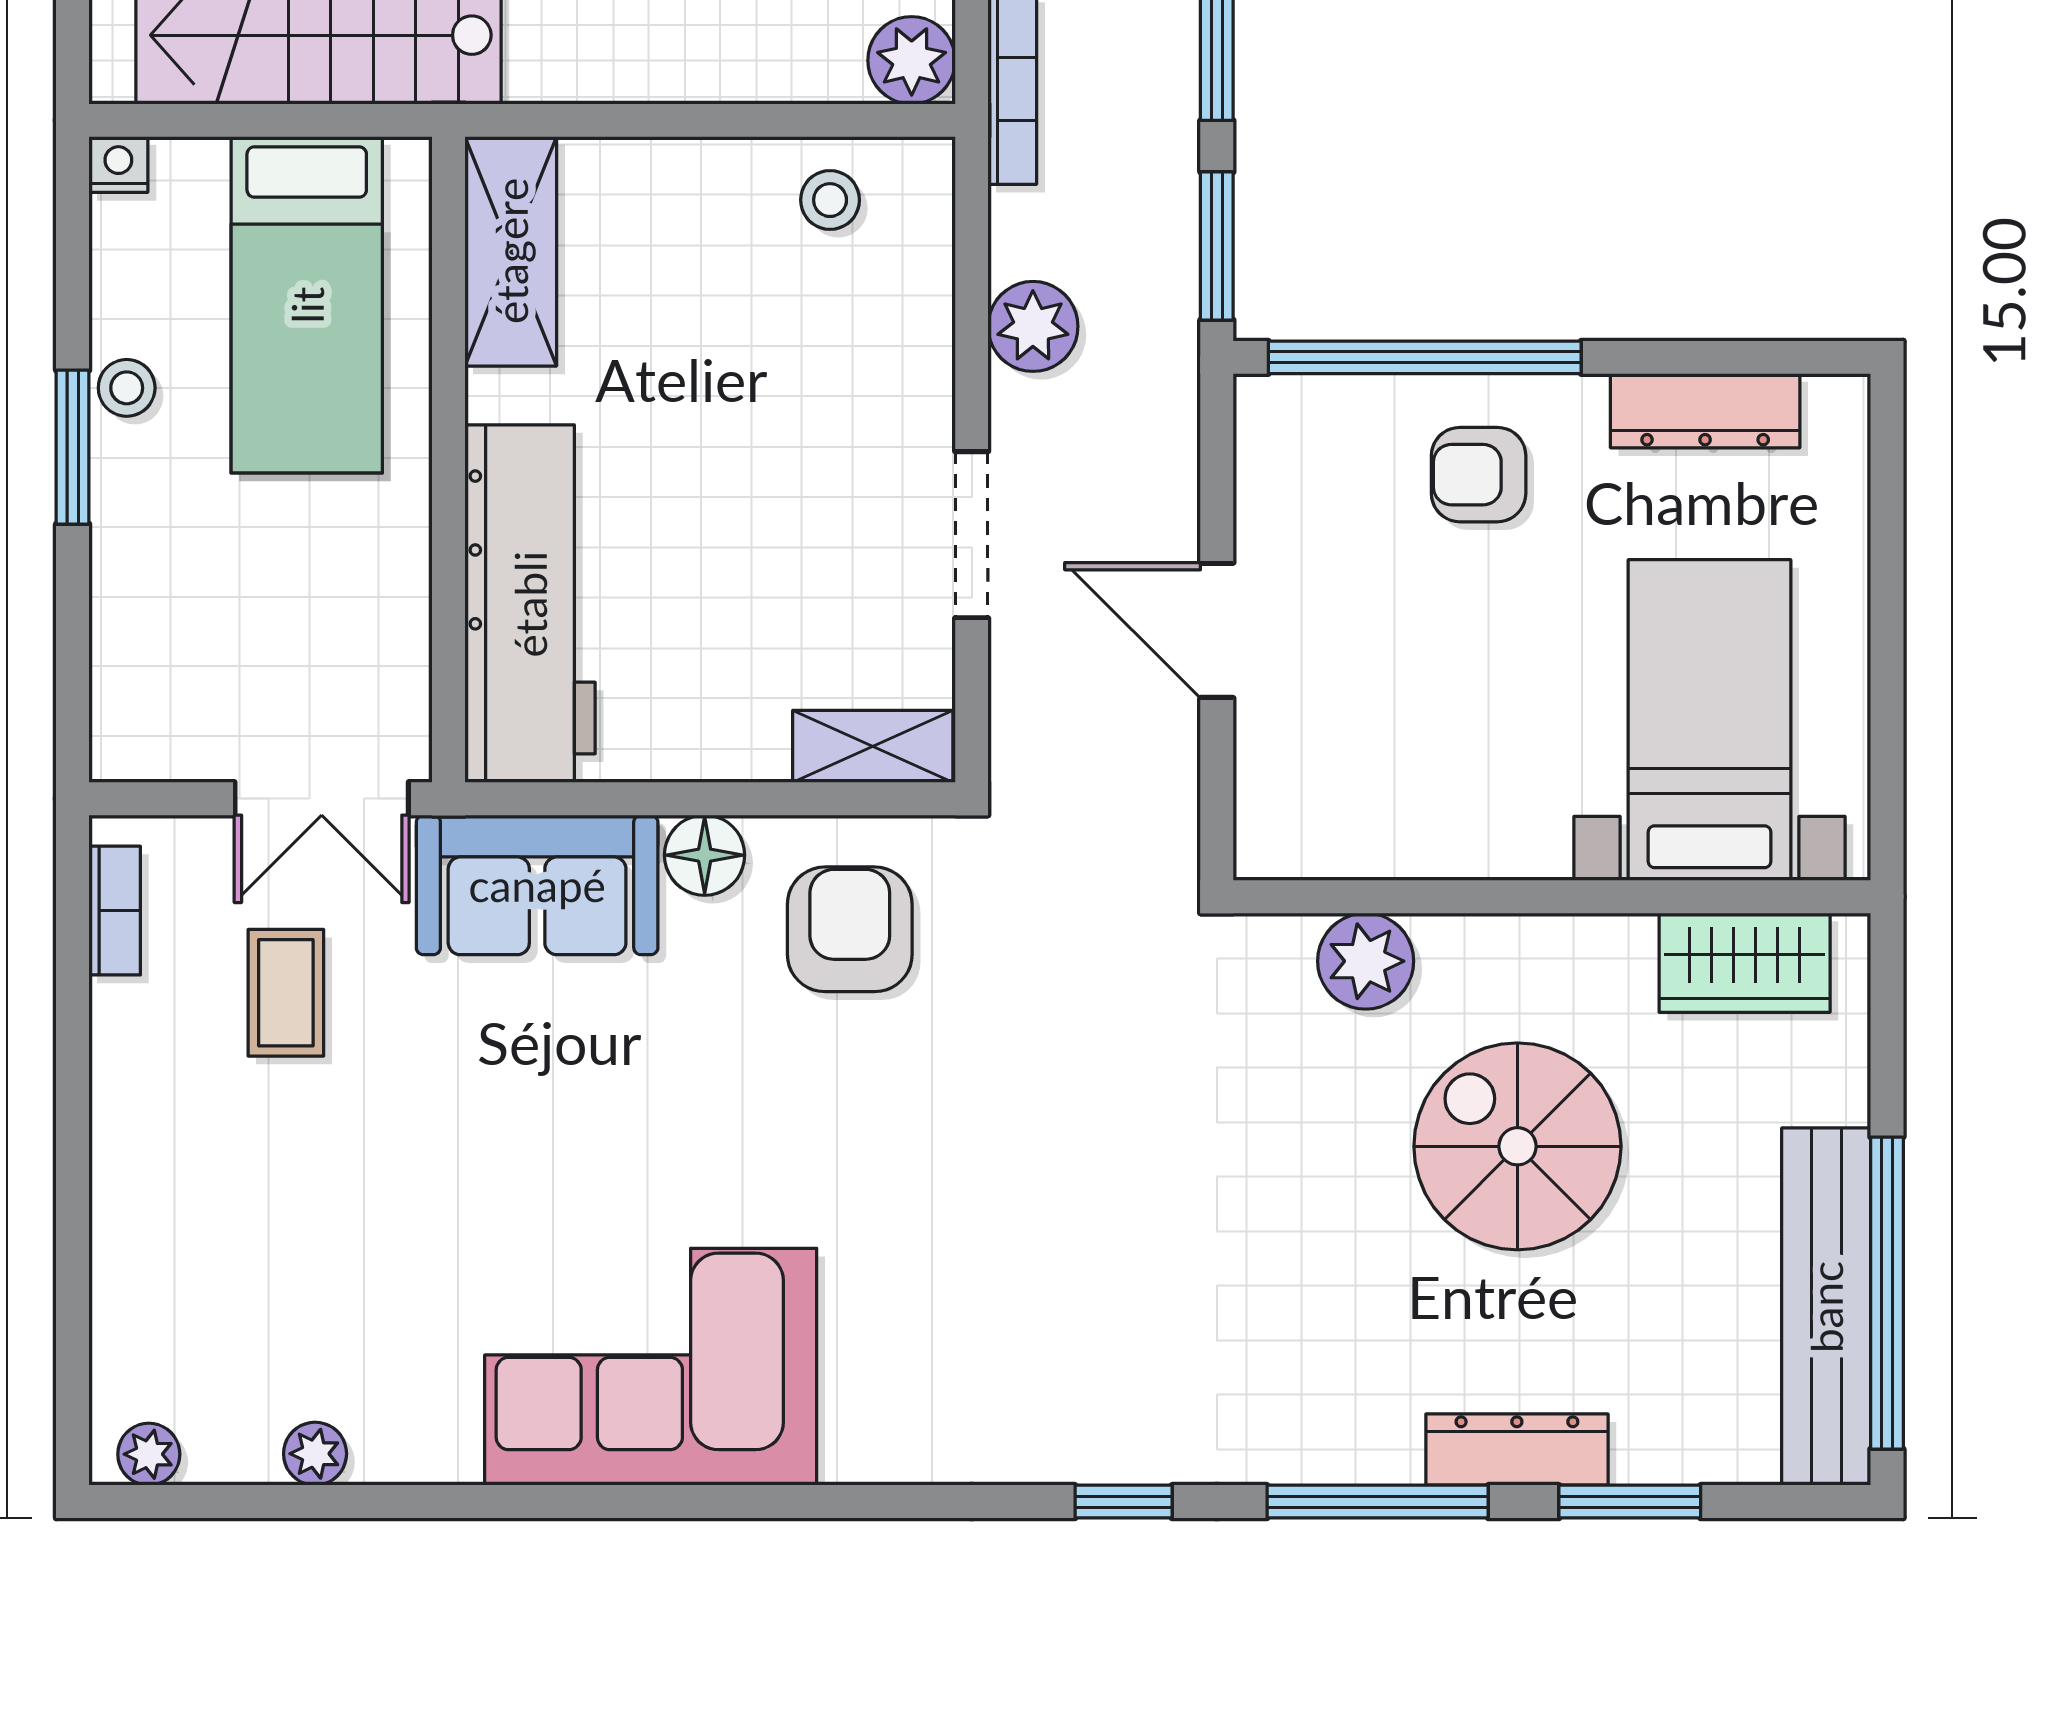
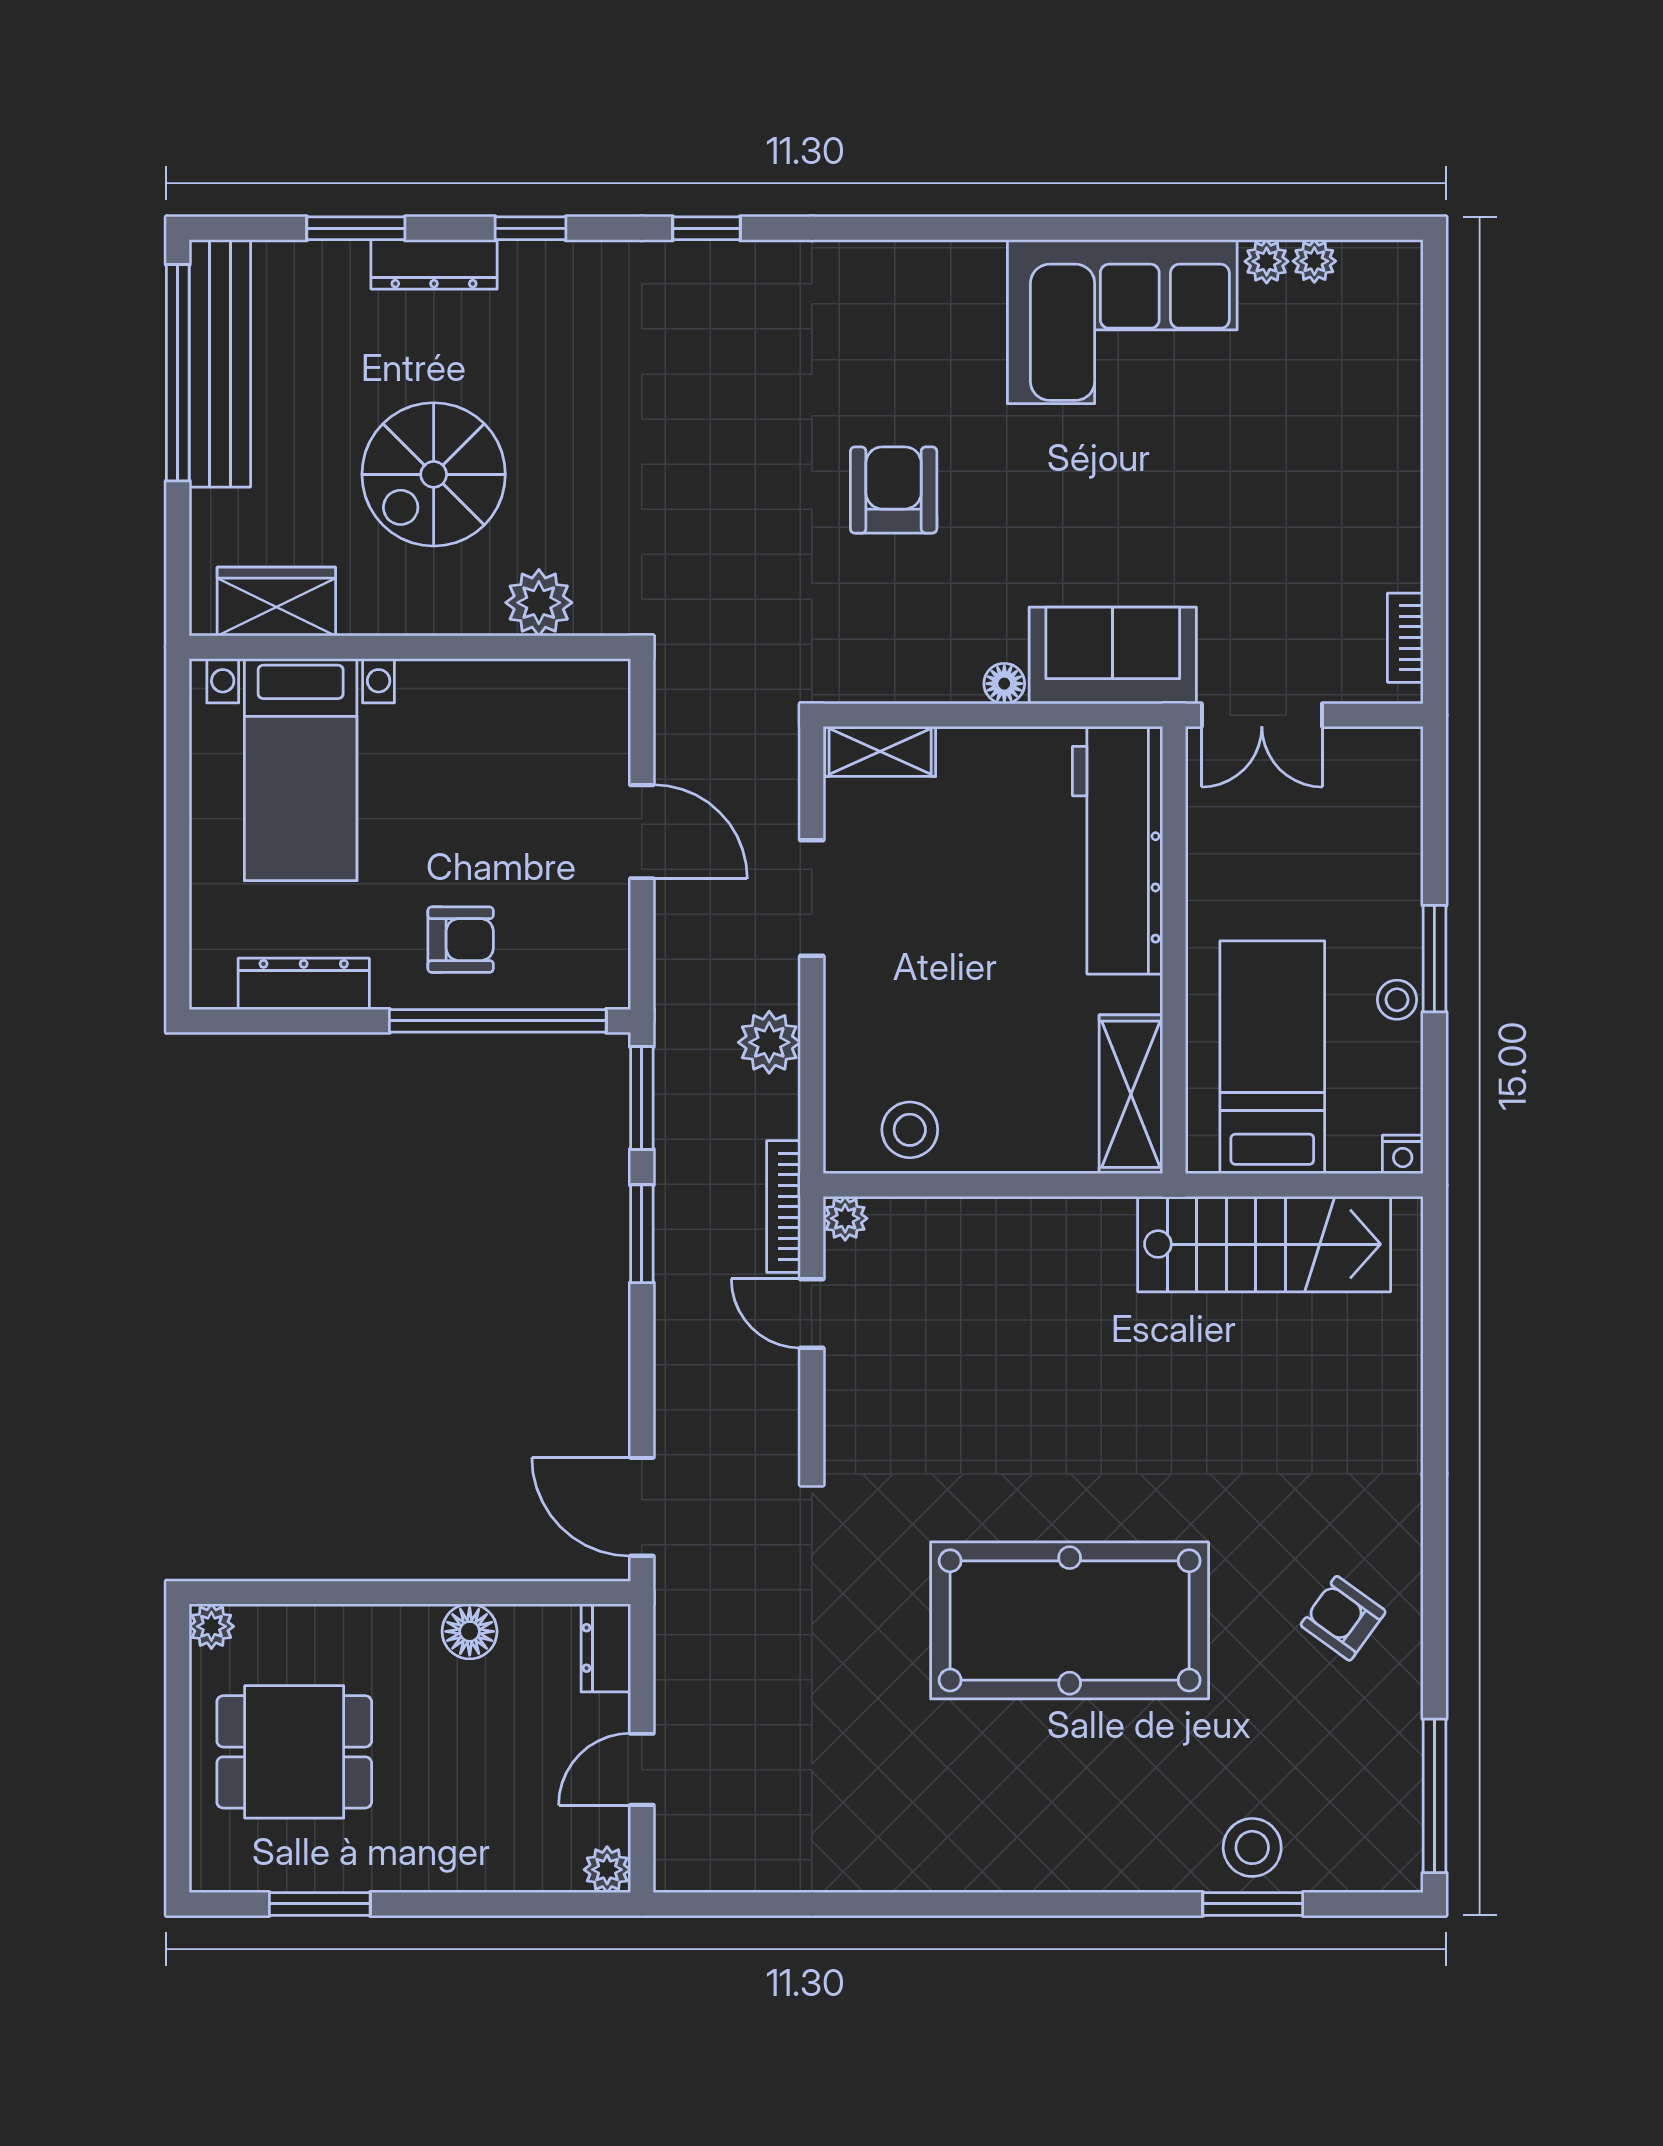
plant: (912, 60) -> (845, 1218), width x0.73, depth x0.73
stool: (830, 200) -> (910, 1130), width x1.37, depth x1.37
double door: (322, 799) -> (1262, 715), swing flipped
floor lamp: (705, 855) -> (1004, 684), width x0.73, depth x0.73
armchair: (850, 929) -> (894, 490), moved, turned 180
coffee table: (286, 993) -> (1287, 581), removed
spiral stairs: (1517, 1146) -> (434, 474), turned 90
corner sofa: (651, 1367) -> (1122, 322), moved
plant: (149, 1454) -> (1314, 261), moved
window: (1378, 1502) -> (530, 228), width x0.46

